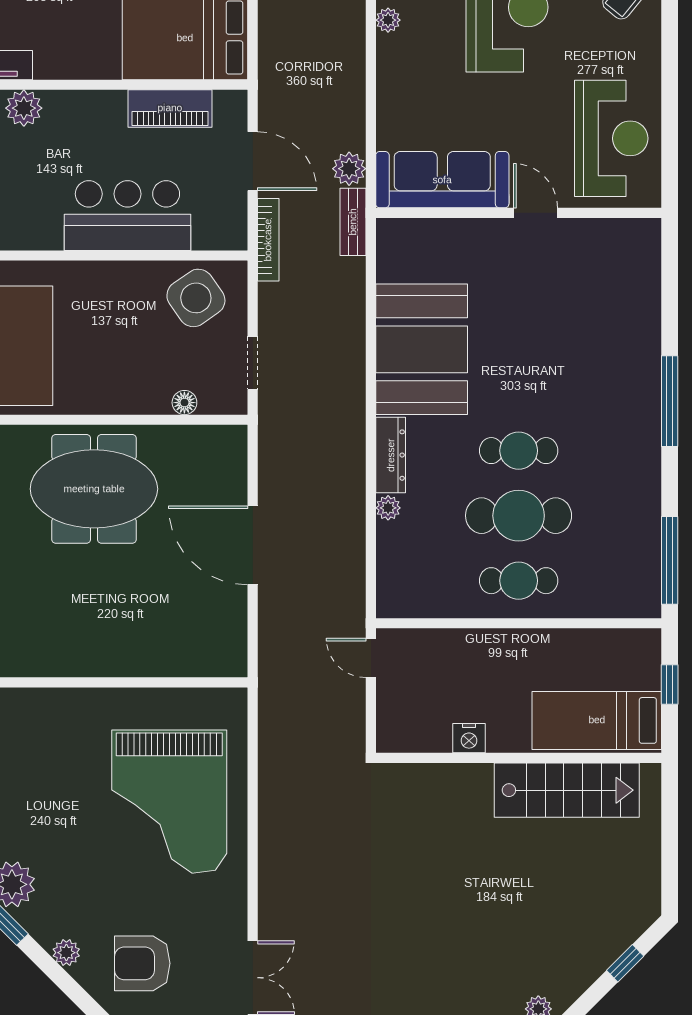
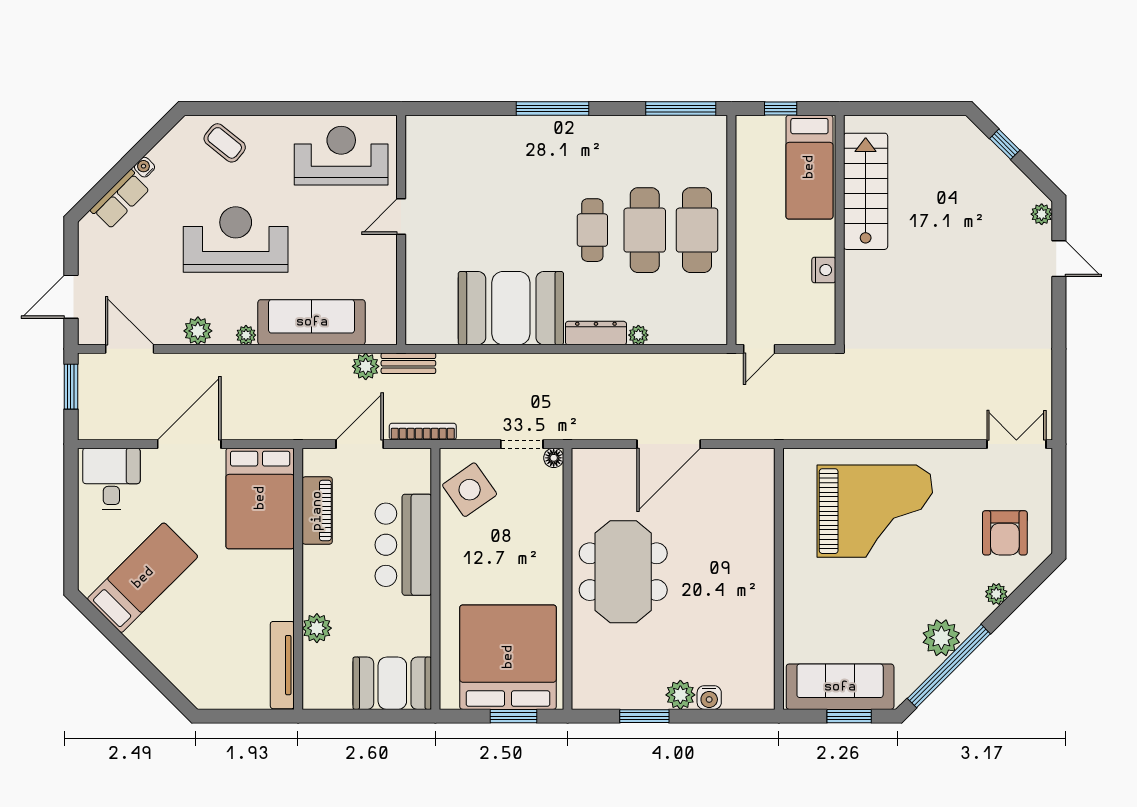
sofa: (442, 180) -> (312, 322), moved, turned 90
floor lamp: (184, 403) -> (554, 458), moved
cafe table: (519, 581) -> (697, 230), width x1.37, depth x1.35

